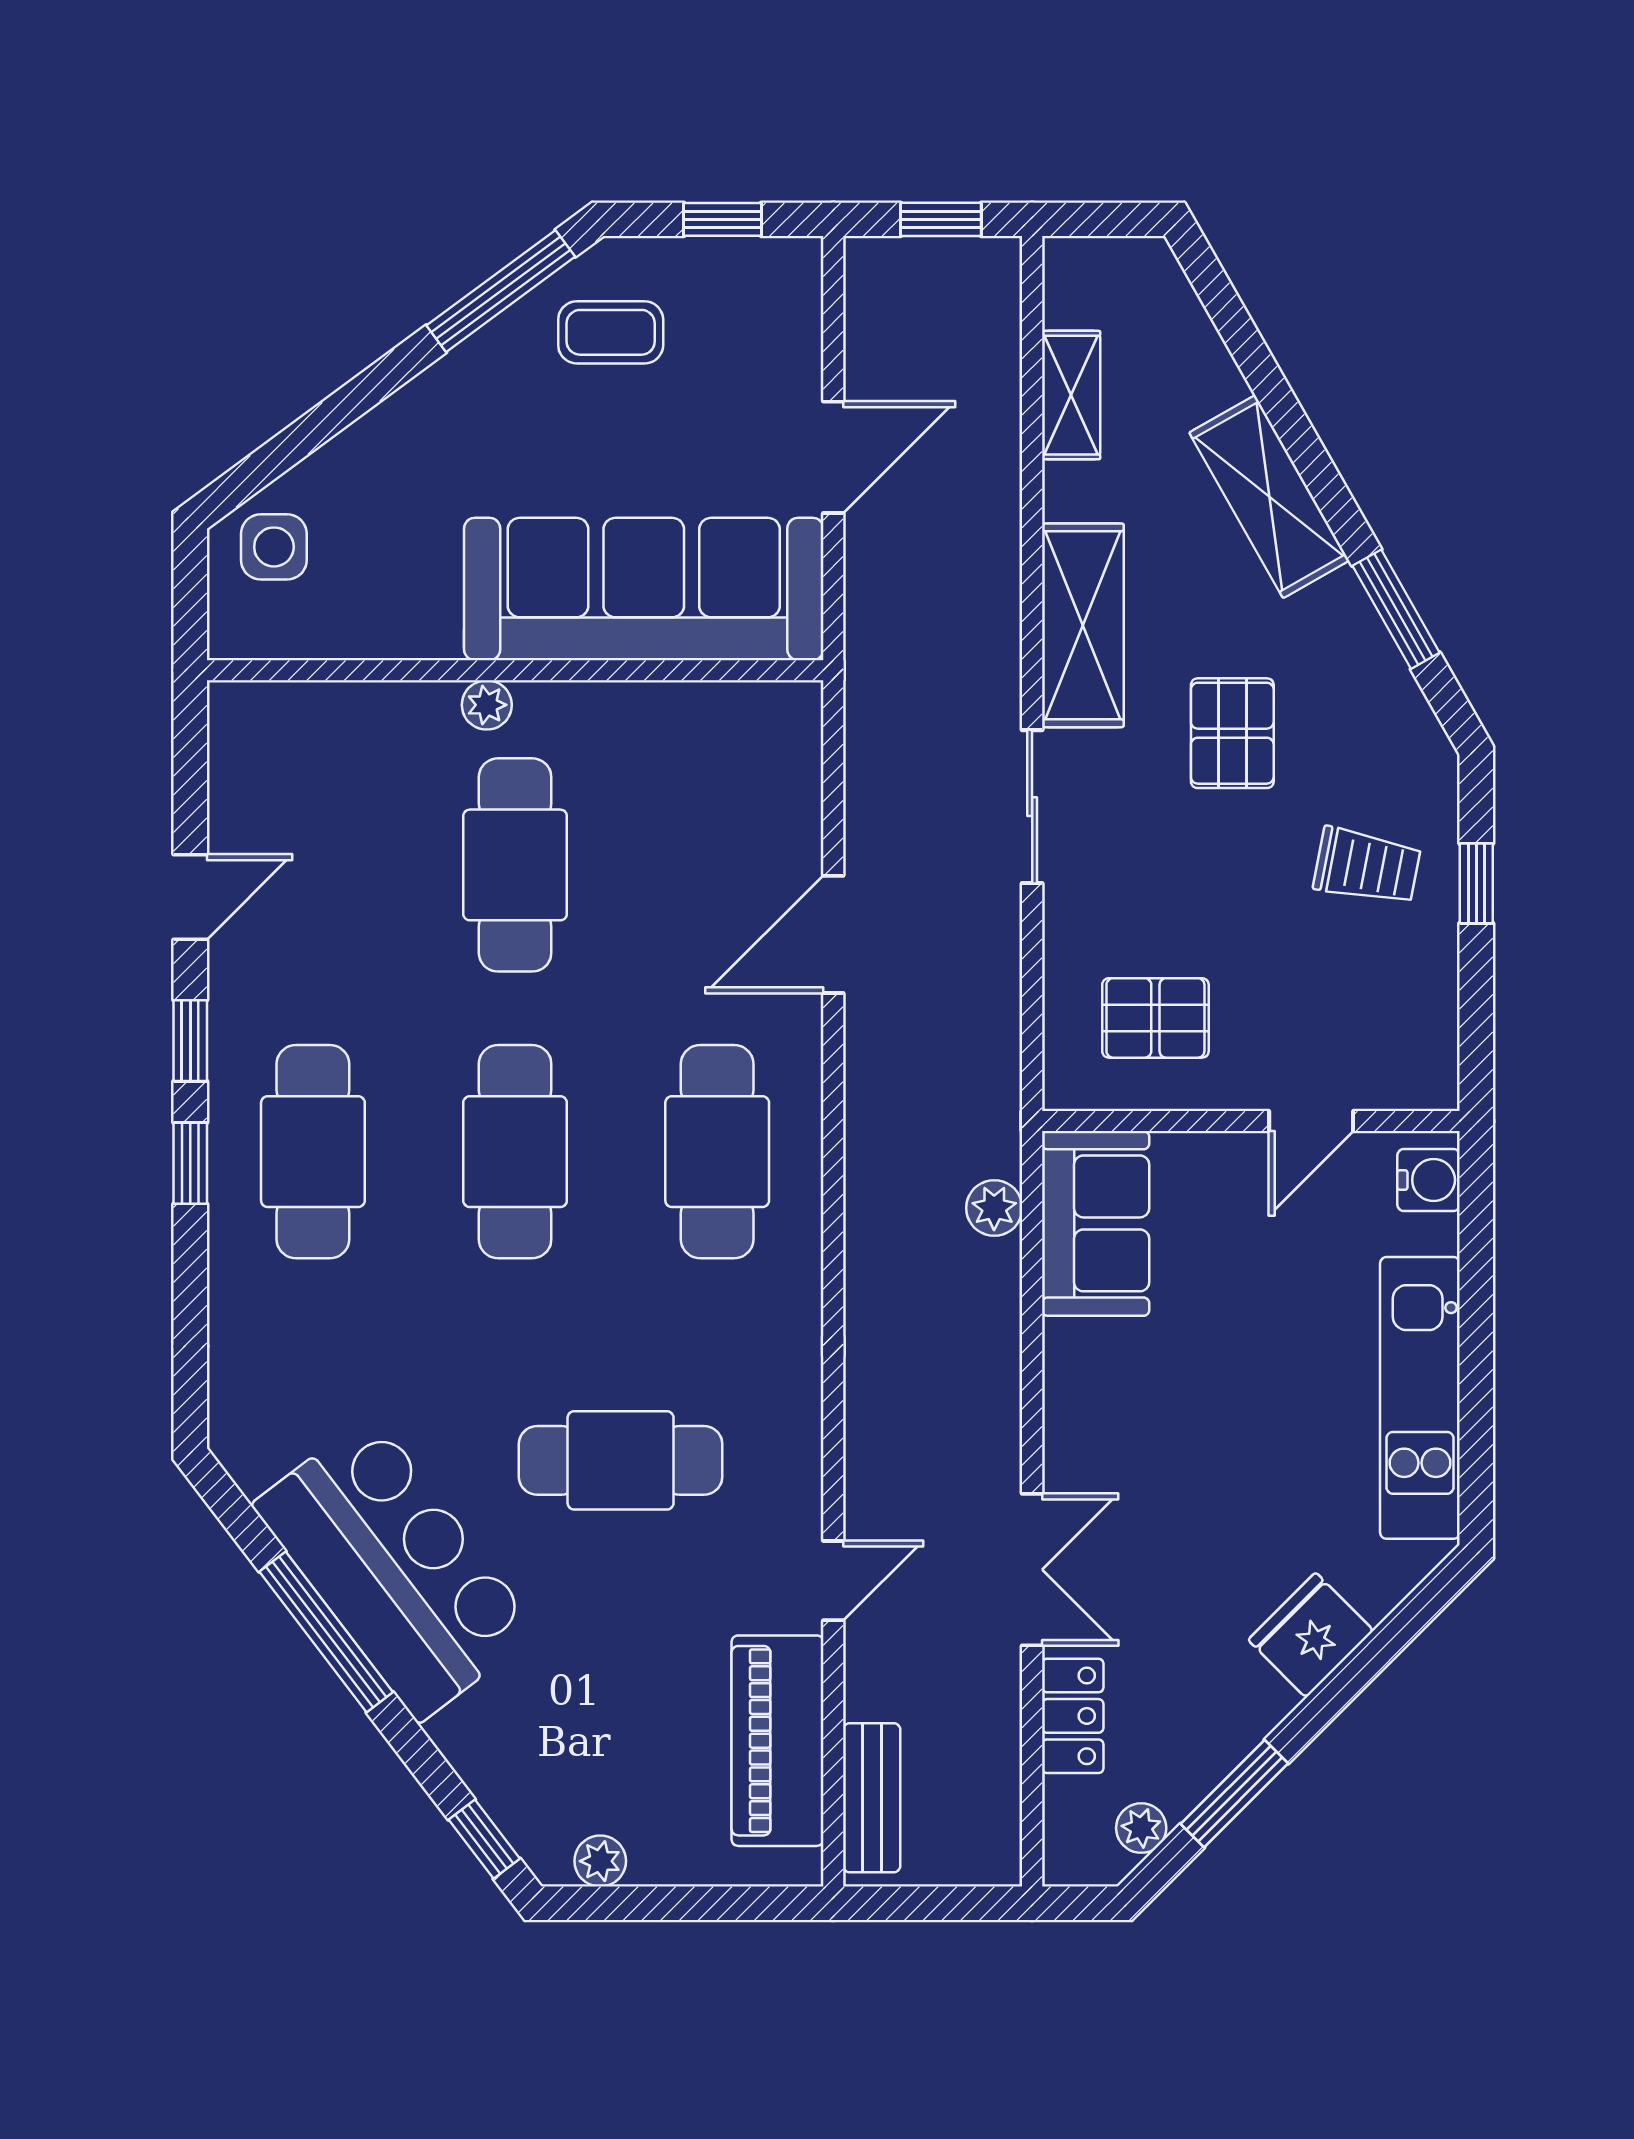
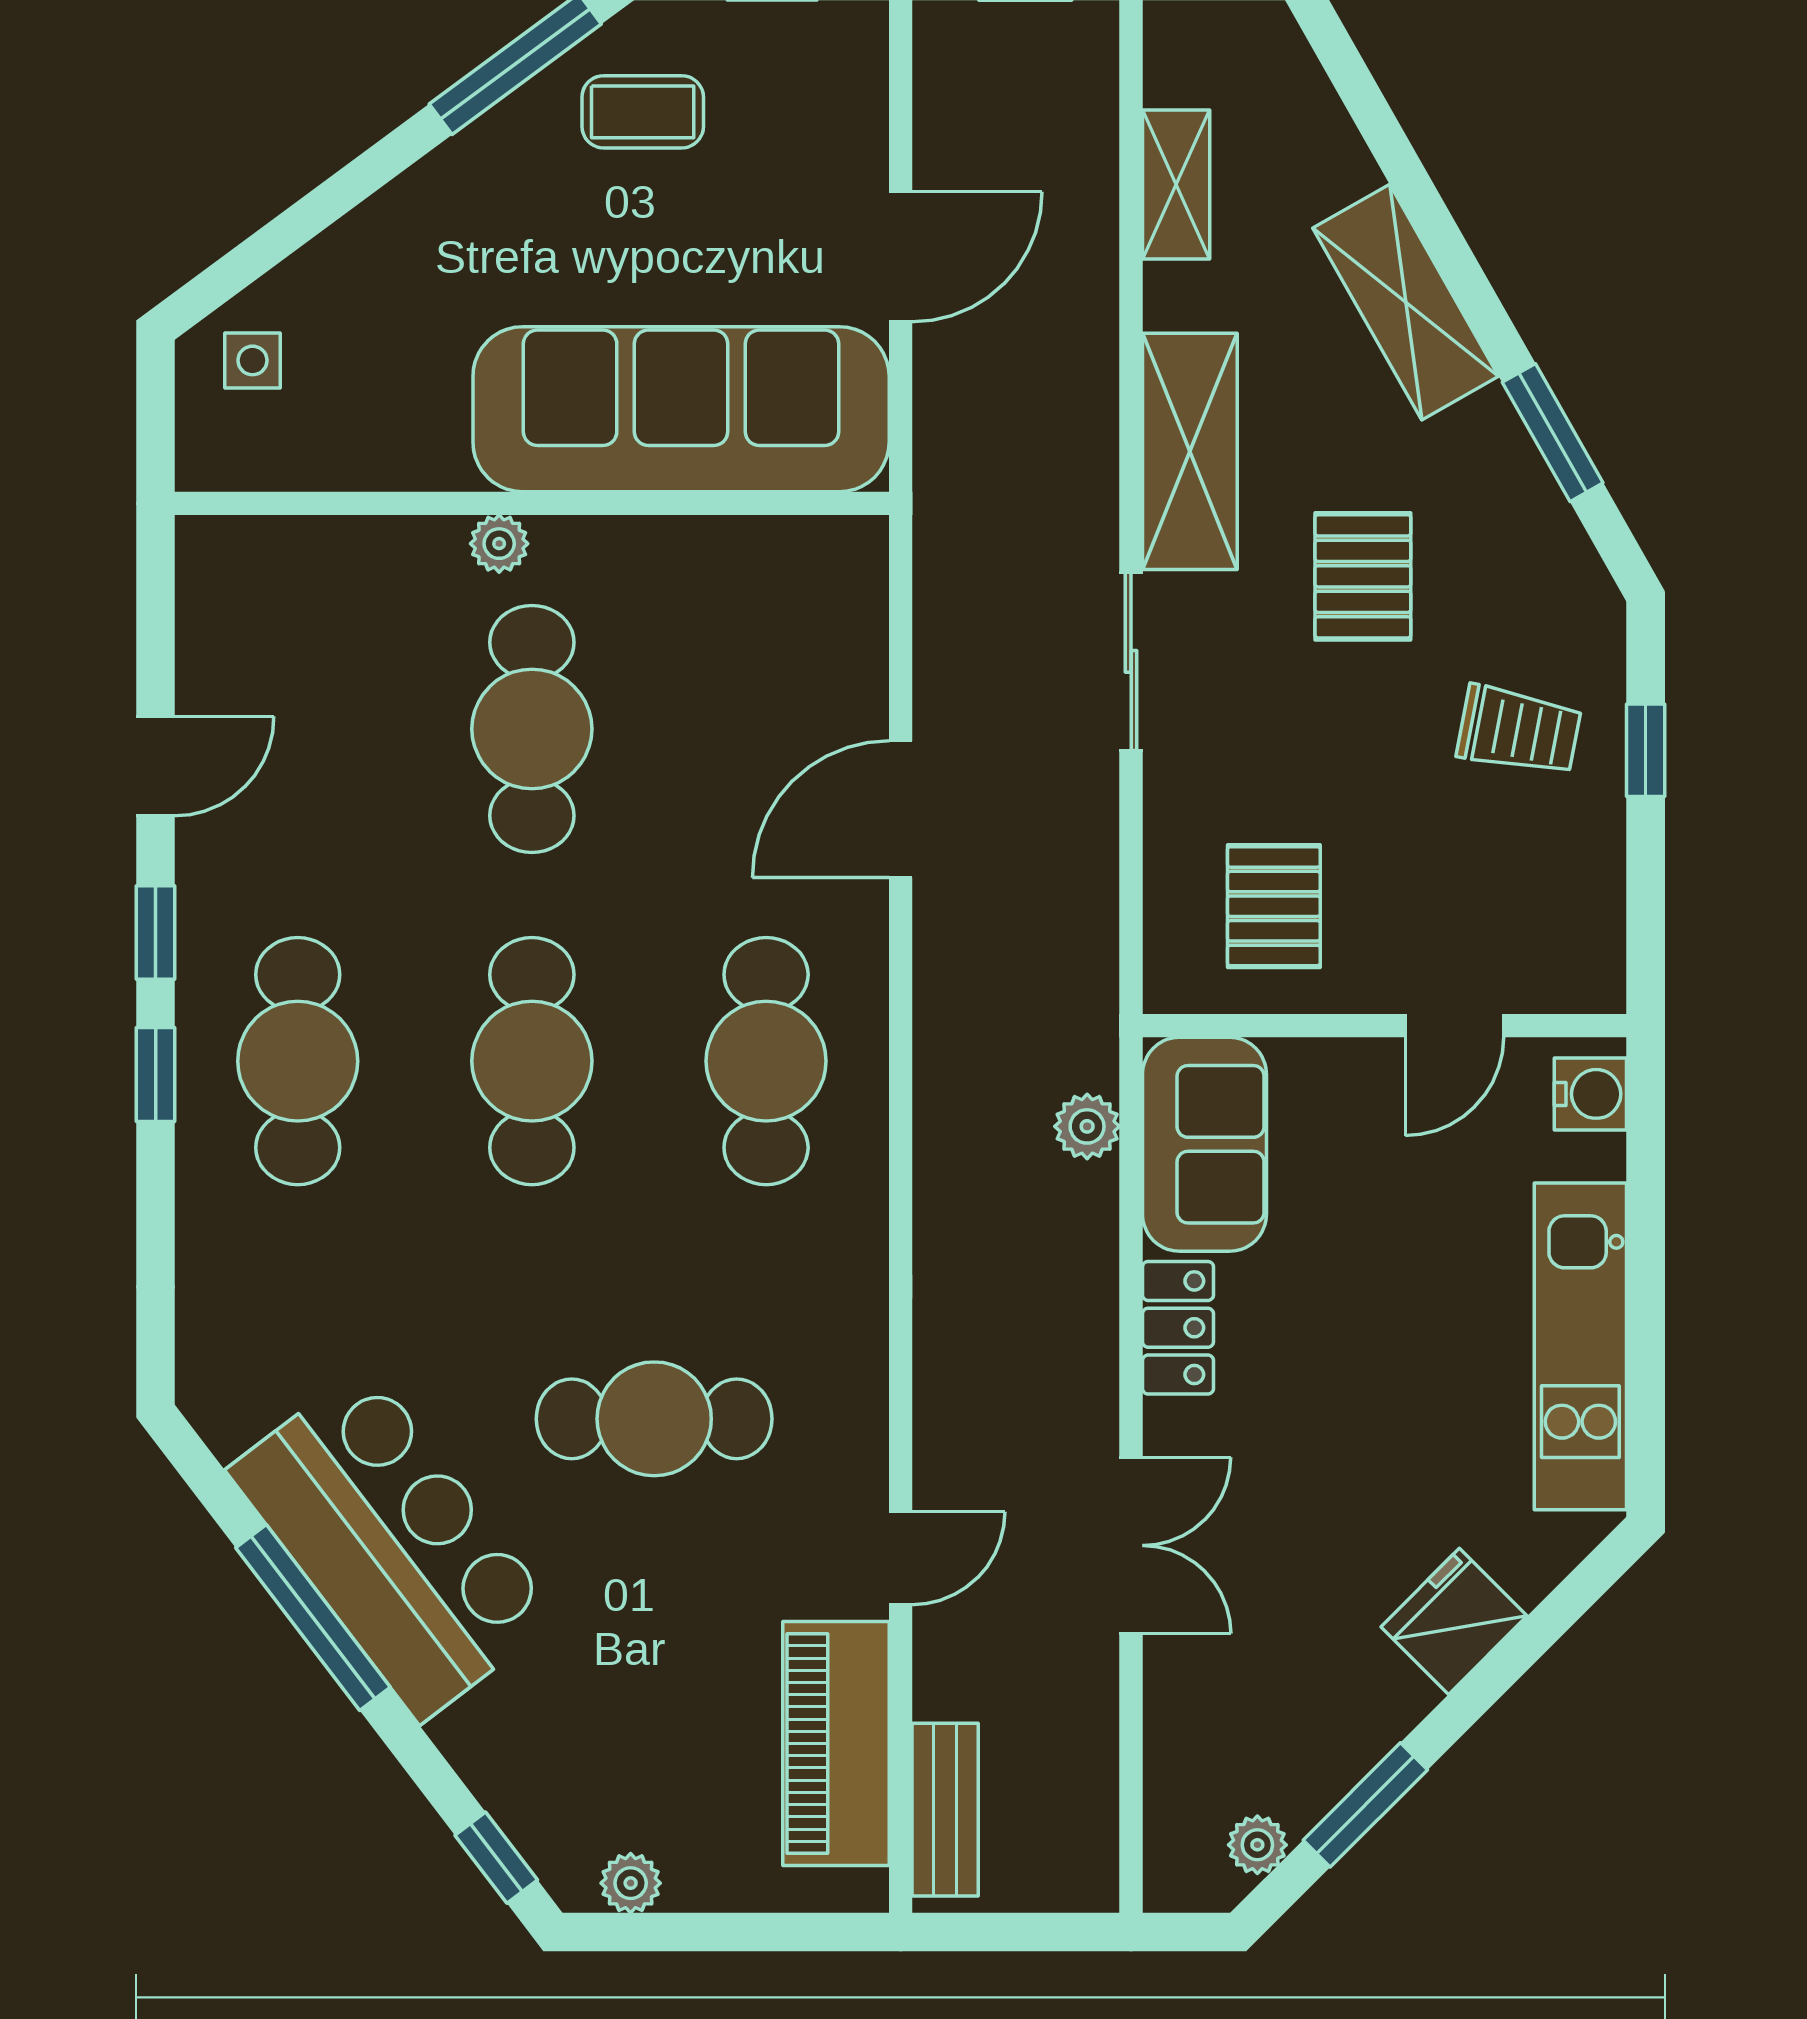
side table: (274, 547) -> (252, 360), width x0.73, depth x0.73
pallet: (1155, 1018) -> (1274, 906), turned 90
locker: (1073, 1716) -> (1178, 1328), moved

